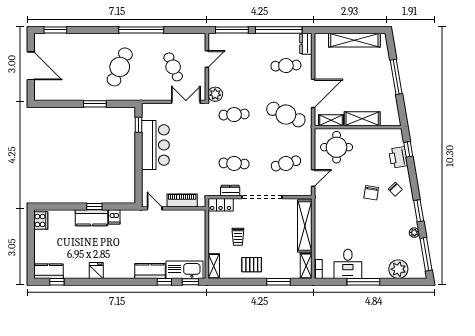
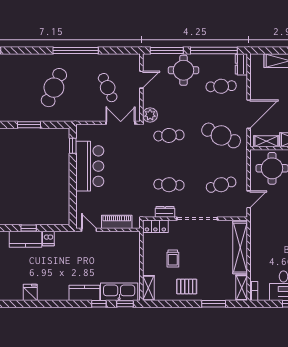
round table: (249, 50) -> (184, 70), added

